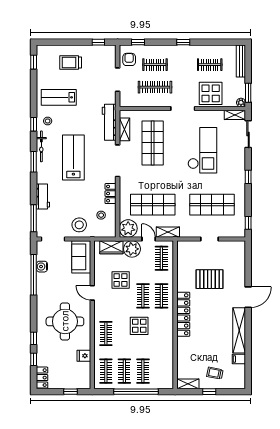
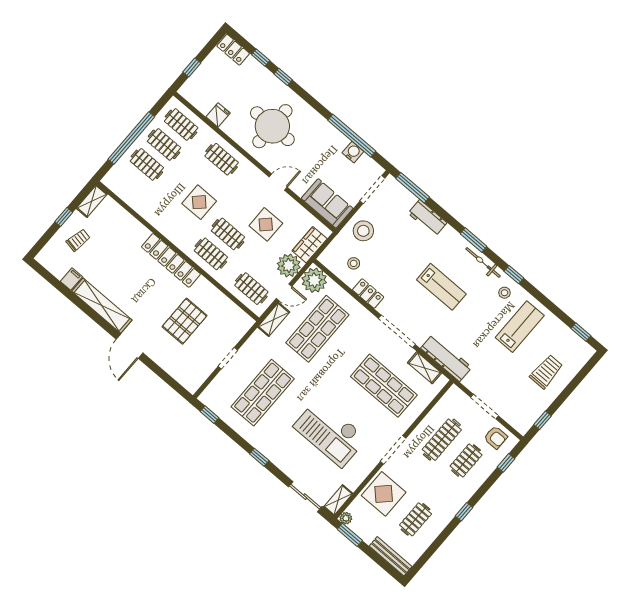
lab bench: (73, 157) -> (441, 287), width x0.73, depth x0.72

